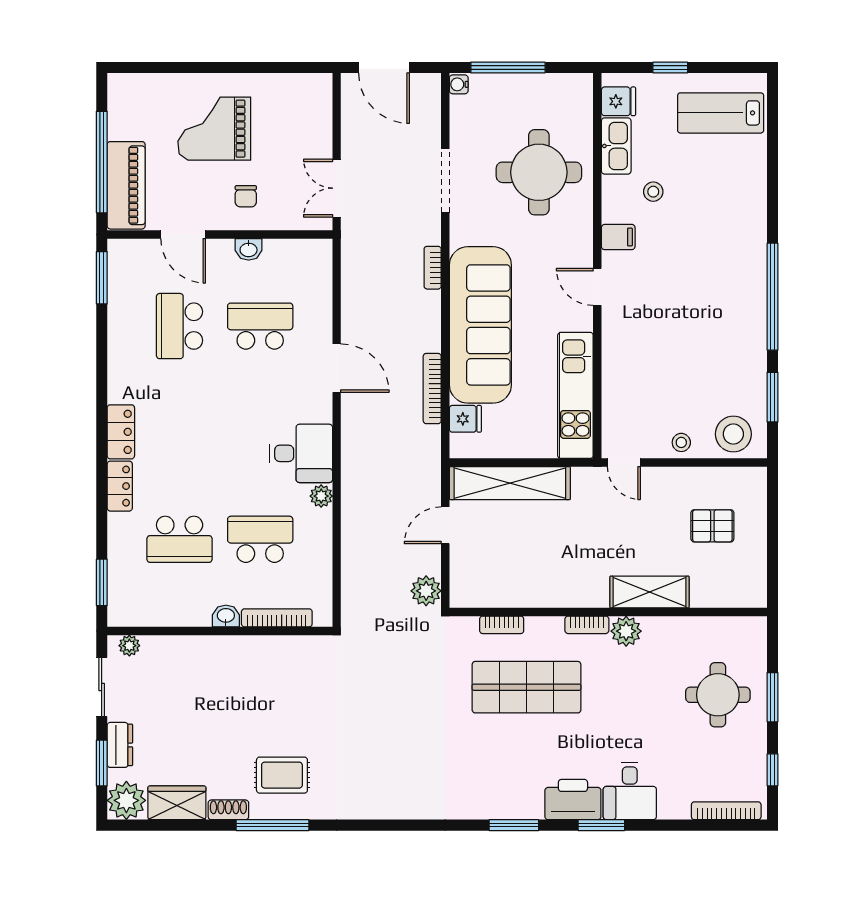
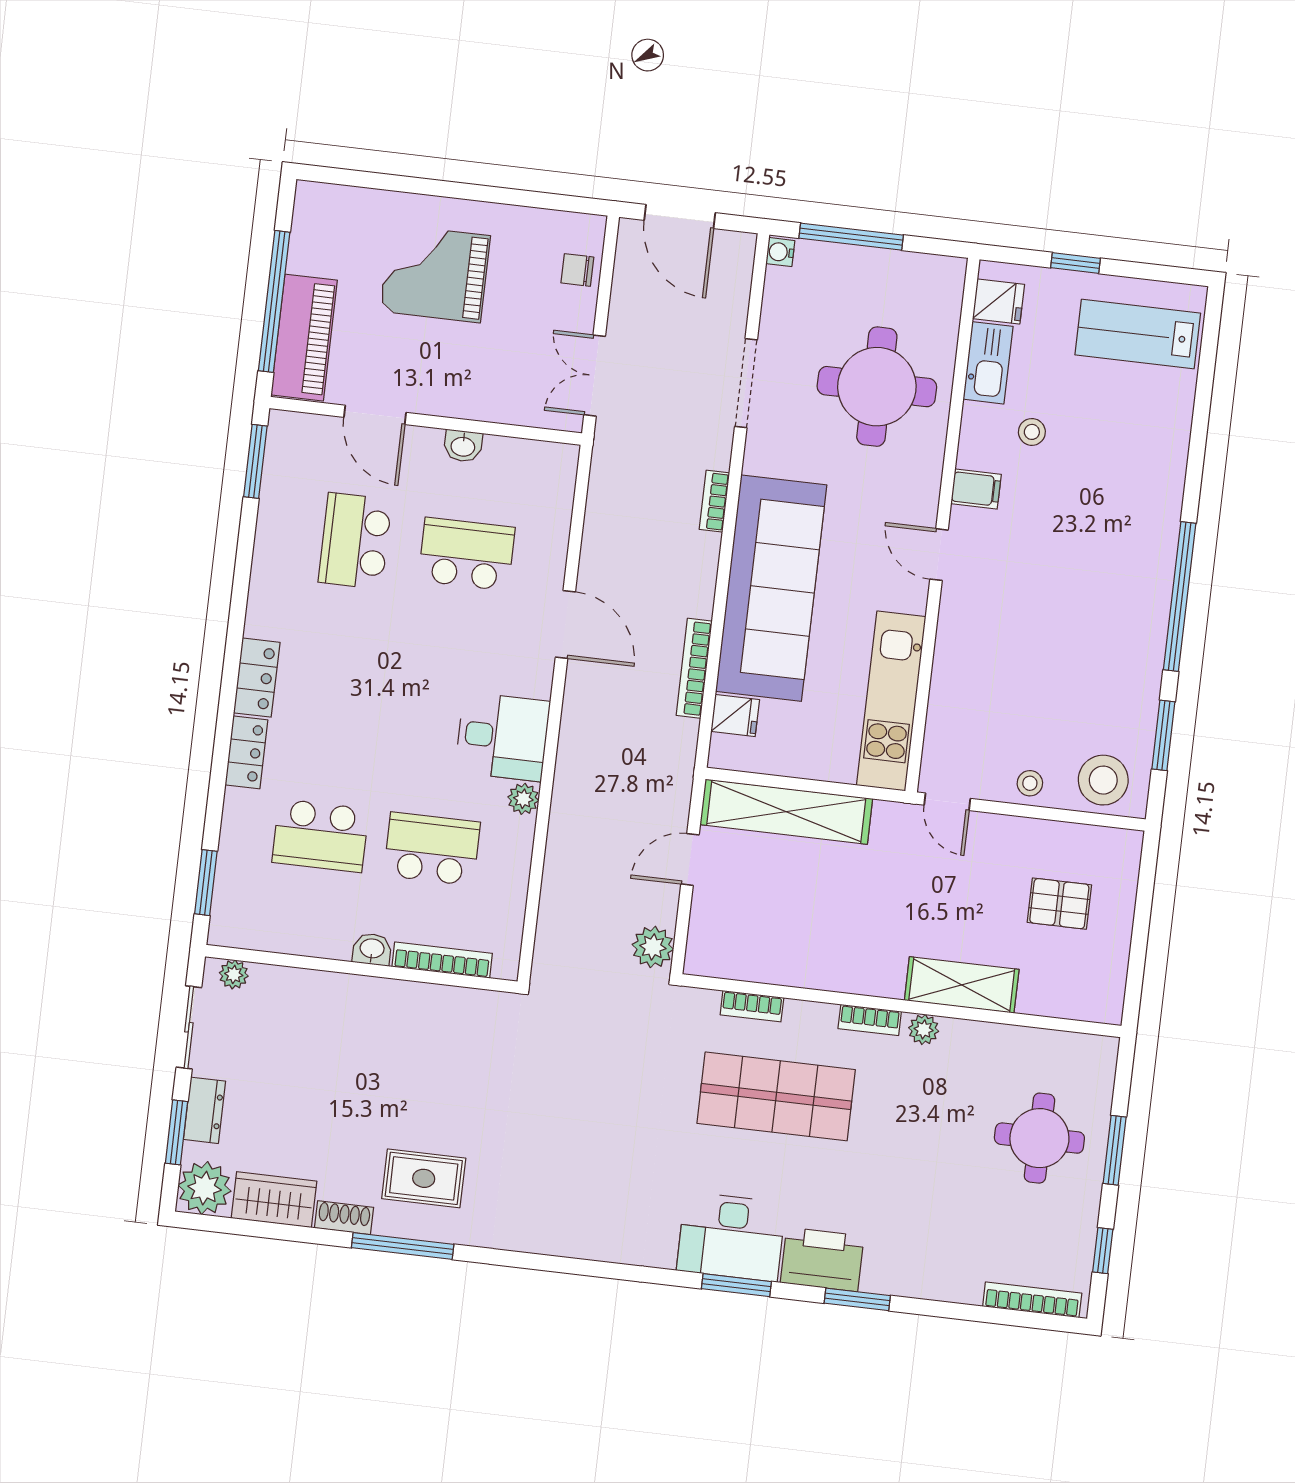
chair: (246, 196) -> (577, 270), moved, turned 90
plant: (626, 631) -> (924, 1029), width x0.73, depth x0.73
desk: (630, 791) -> (731, 1237), moved, width x1.37

